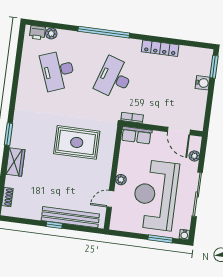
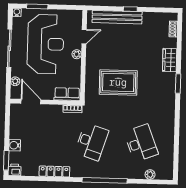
printer: (37, 33) -> (15, 170), moved

